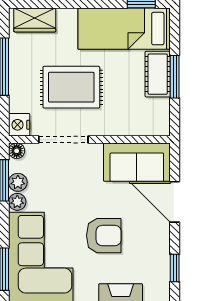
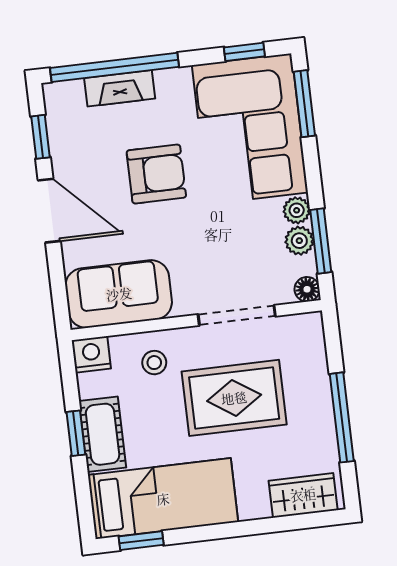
window: (175, 77) -> (76, 433), width x0.67
stool: (119, 116) -> (154, 363), added
nightstand: (19, 125) -> (91, 354), moved, turned -90
door: (175, 202) -> (49, 211), moved
armchair: (104, 236) -> (156, 174), turned 180

